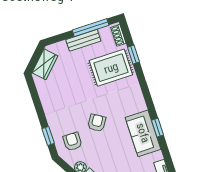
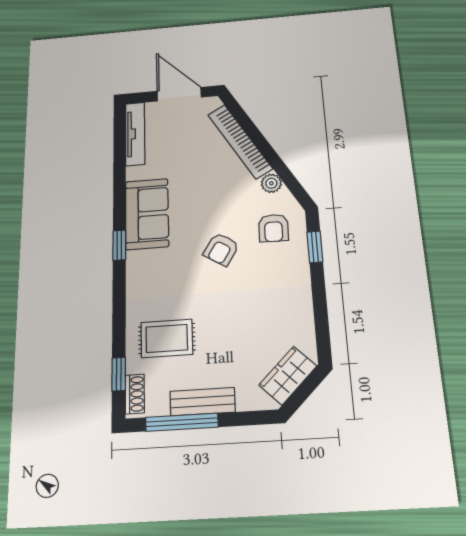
window: (133, 55) -> (119, 374), moved
rug: (111, 68) -> (167, 338), width x0.73, depth x0.70
window: (157, 128) -> (119, 245), moved

